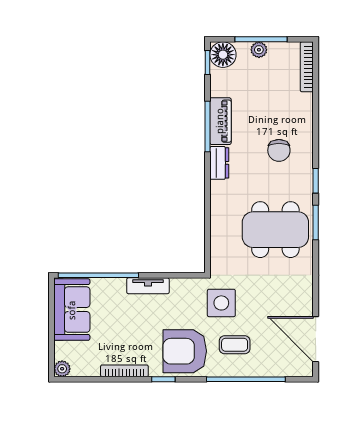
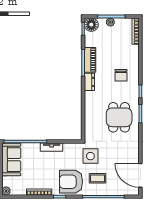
dining table: (275, 230) -> (119, 117), width x0.73

